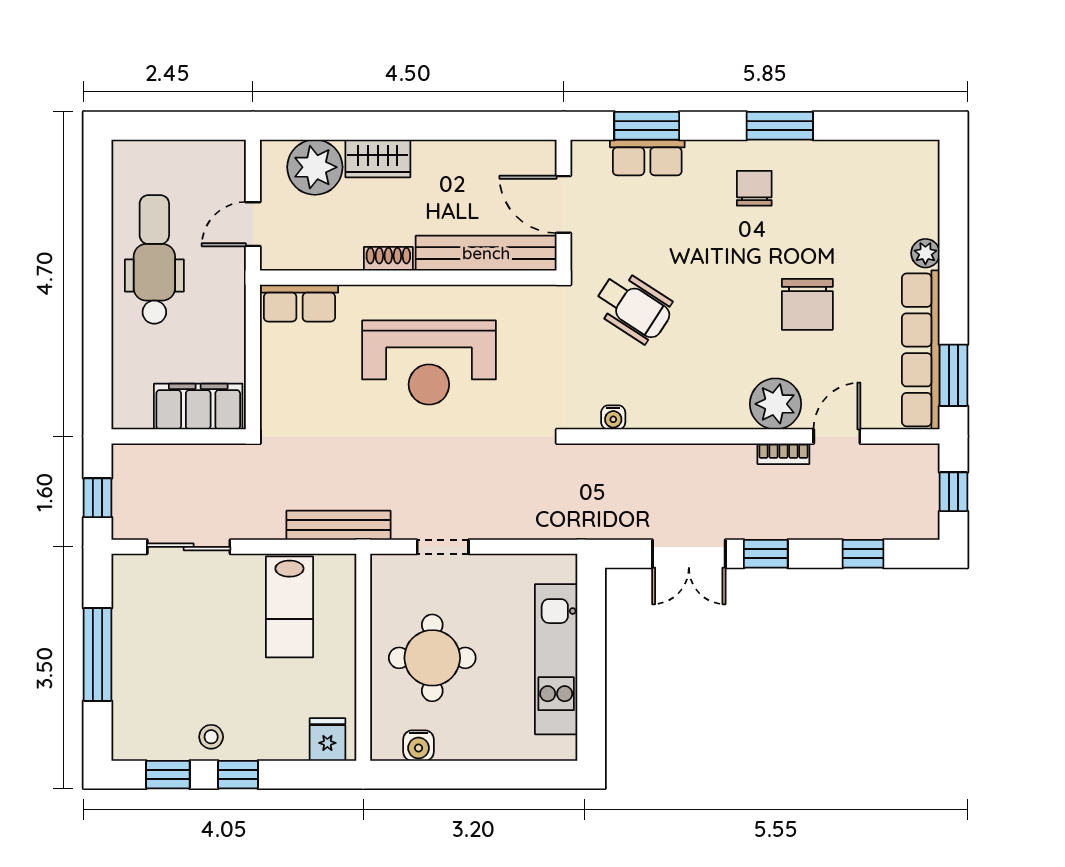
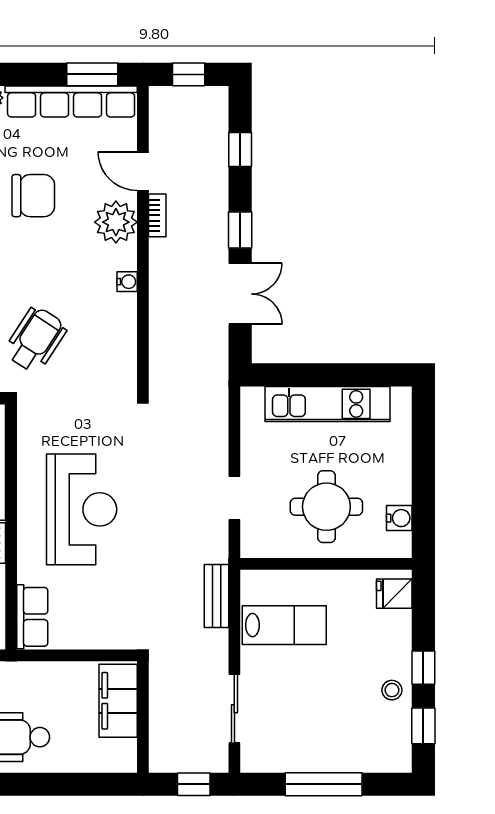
water cooler: (613, 417) -> (127, 282), moved
bench: (338, 525) -> (217, 596), width x0.73

